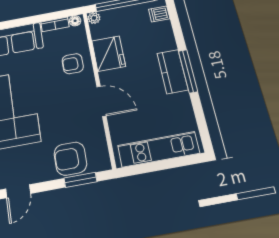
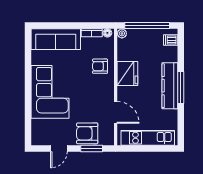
fridge: (109, 54) -> (127, 74), moved
kitchen counter: (173, 71) -> (170, 86), width x1.50
door: (101, 101) -> (116, 112), moved
door: (18, 191) -> (59, 148), moved

